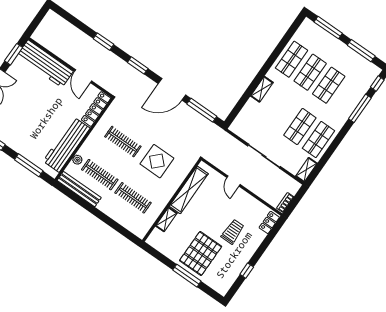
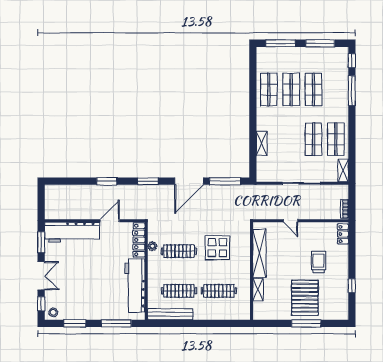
door: (83, 76) -> (110, 221), swing flipped
shelving: (262, 89) -> (262, 143), moved
plant: (77, 160) -> (152, 246), moved

